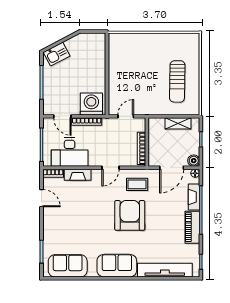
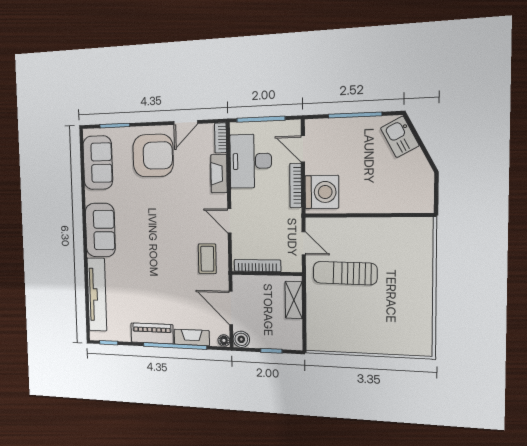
sun lounger: (177, 81) -> (345, 273), moved
door: (62, 116) -> (303, 149), hinge flipped
shelving: (178, 123) -> (294, 300), moved
armchair: (130, 215) -> (153, 156), moved

